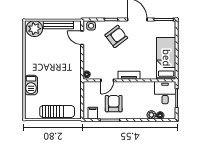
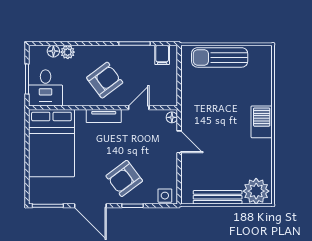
door: (82, 38) -> (179, 142), moved
bed: (166, 58) -> (51, 143), width x1.50
barbecue: (31, 85) -> (262, 122), moved
armchair: (114, 104) -> (105, 80), moved, turned -127

